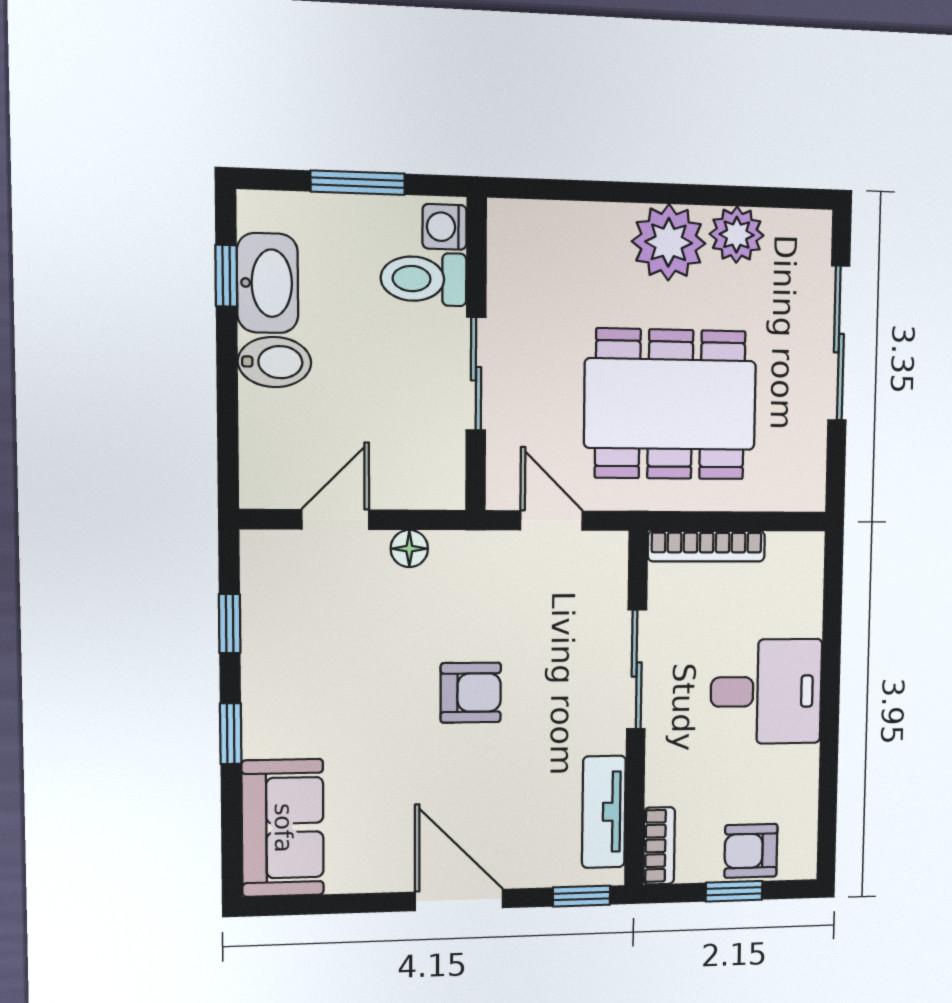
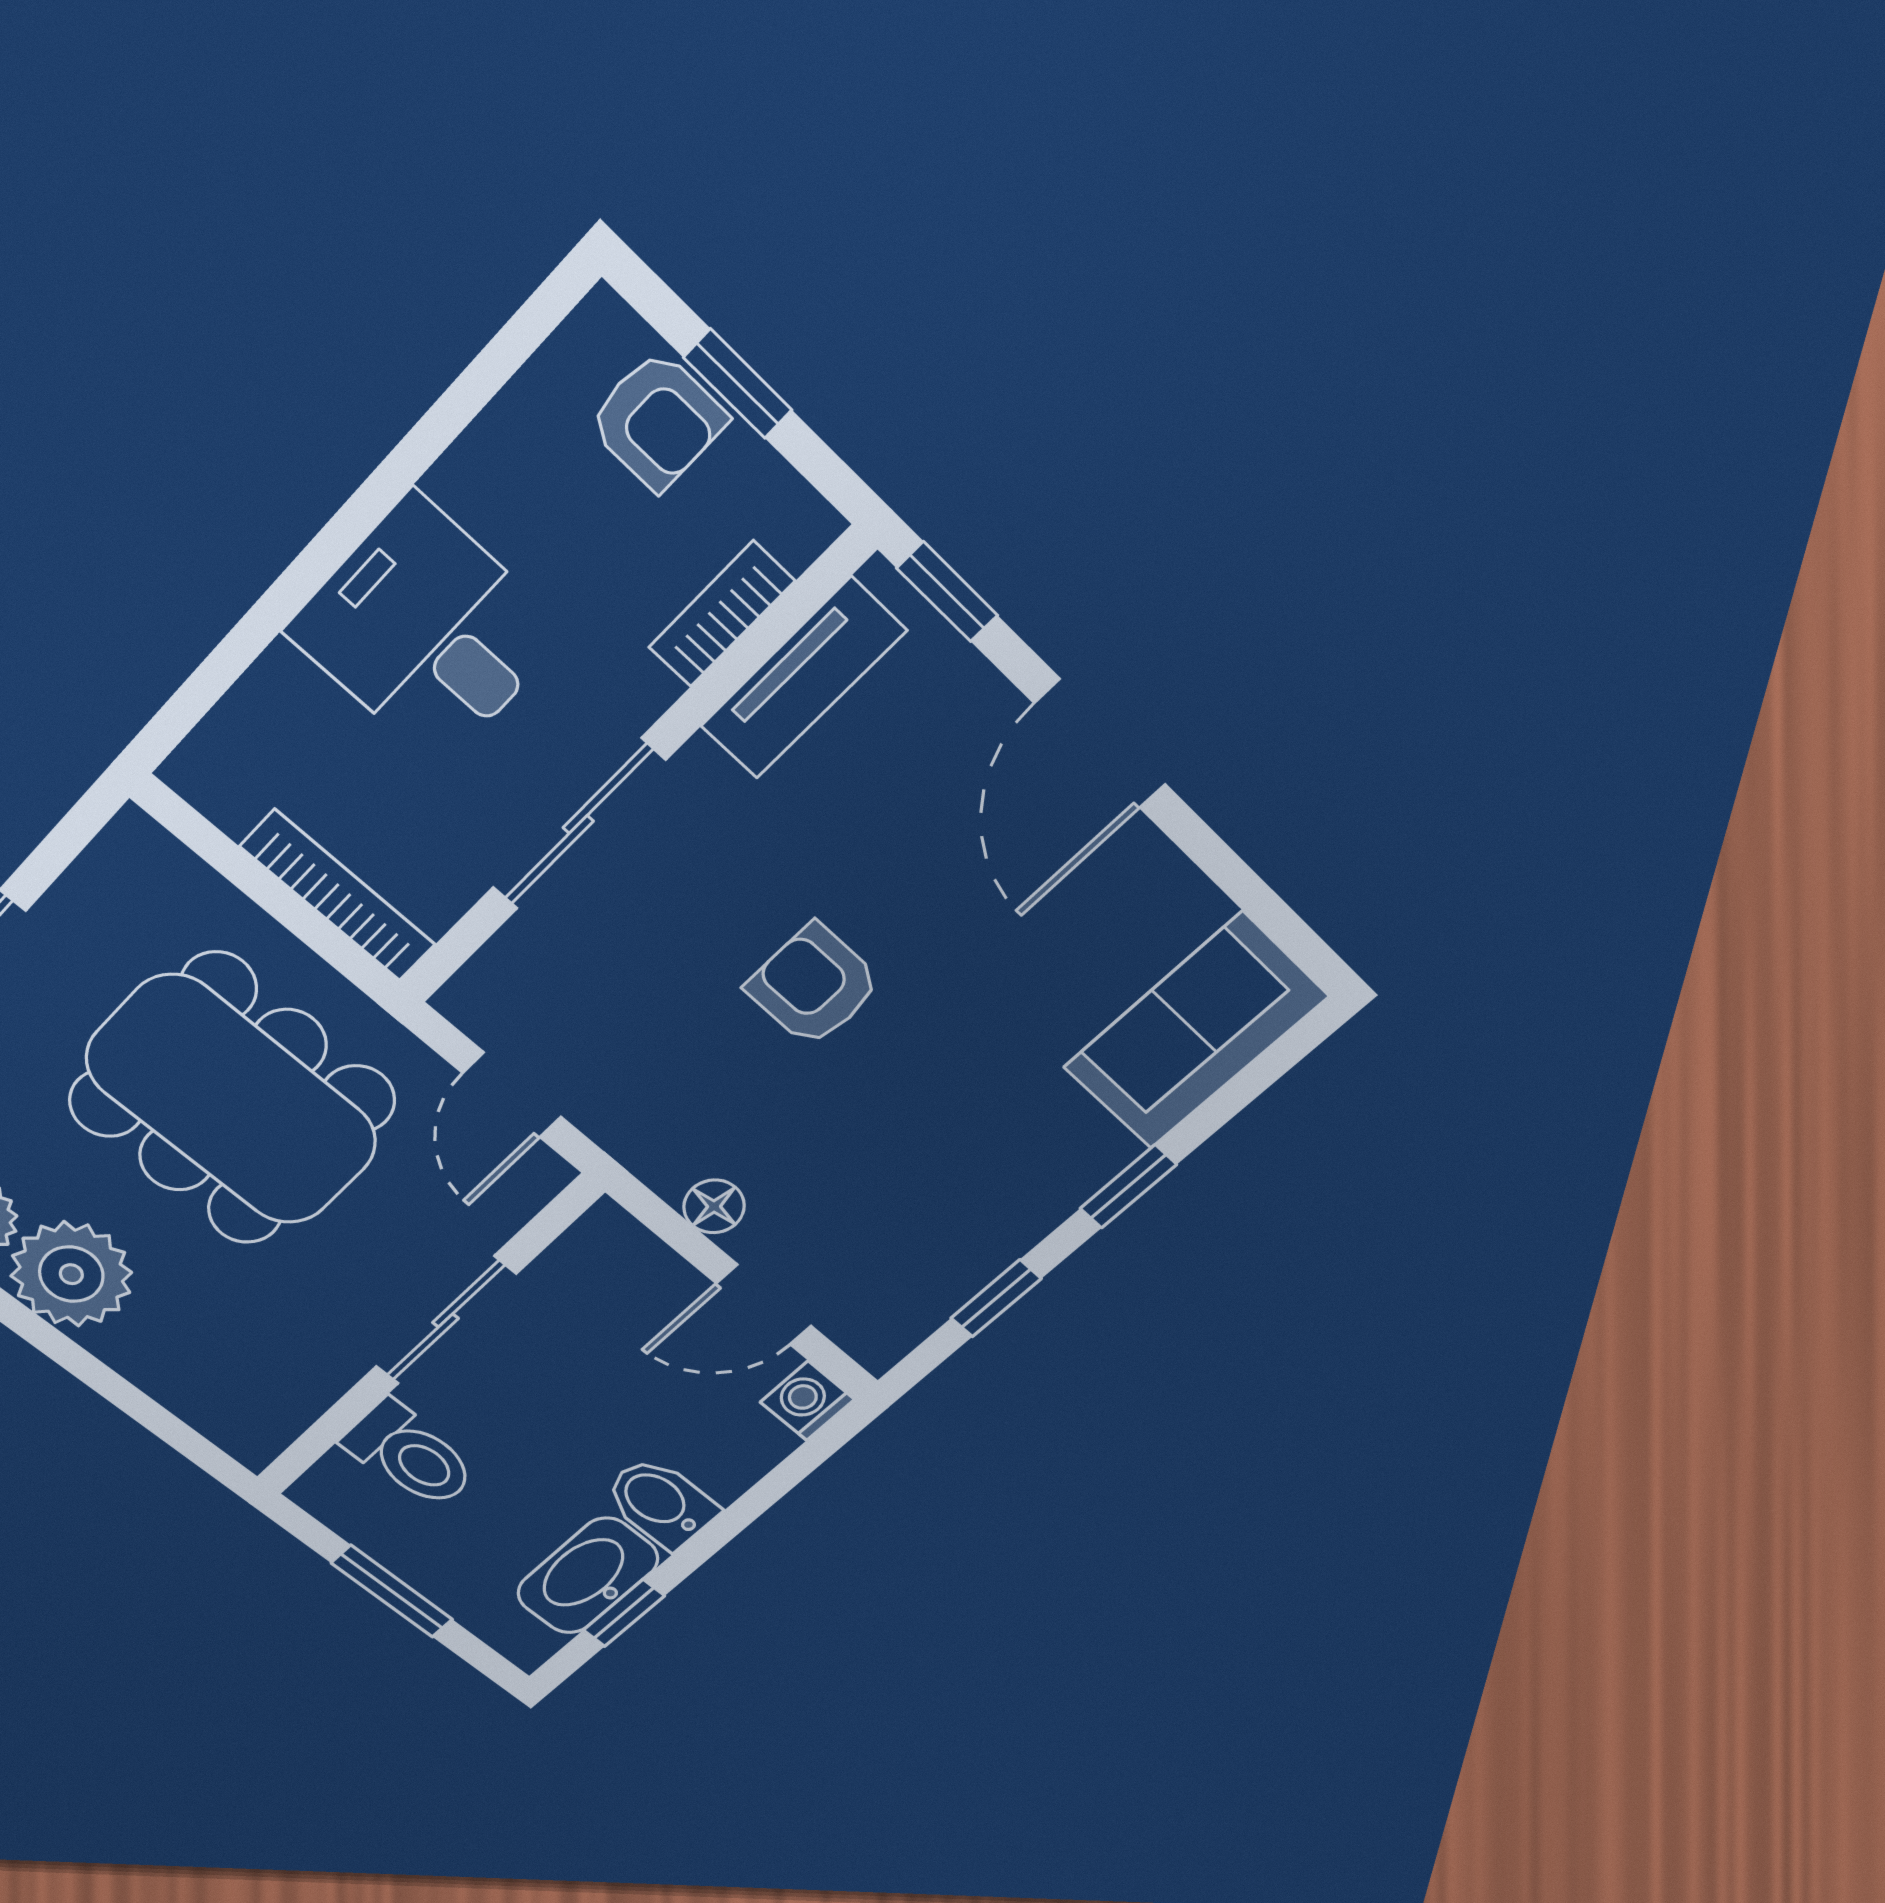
washing machine: (444, 227) -> (807, 1401), moved, turned 180
bookcase: (659, 846) -> (722, 614), moved

